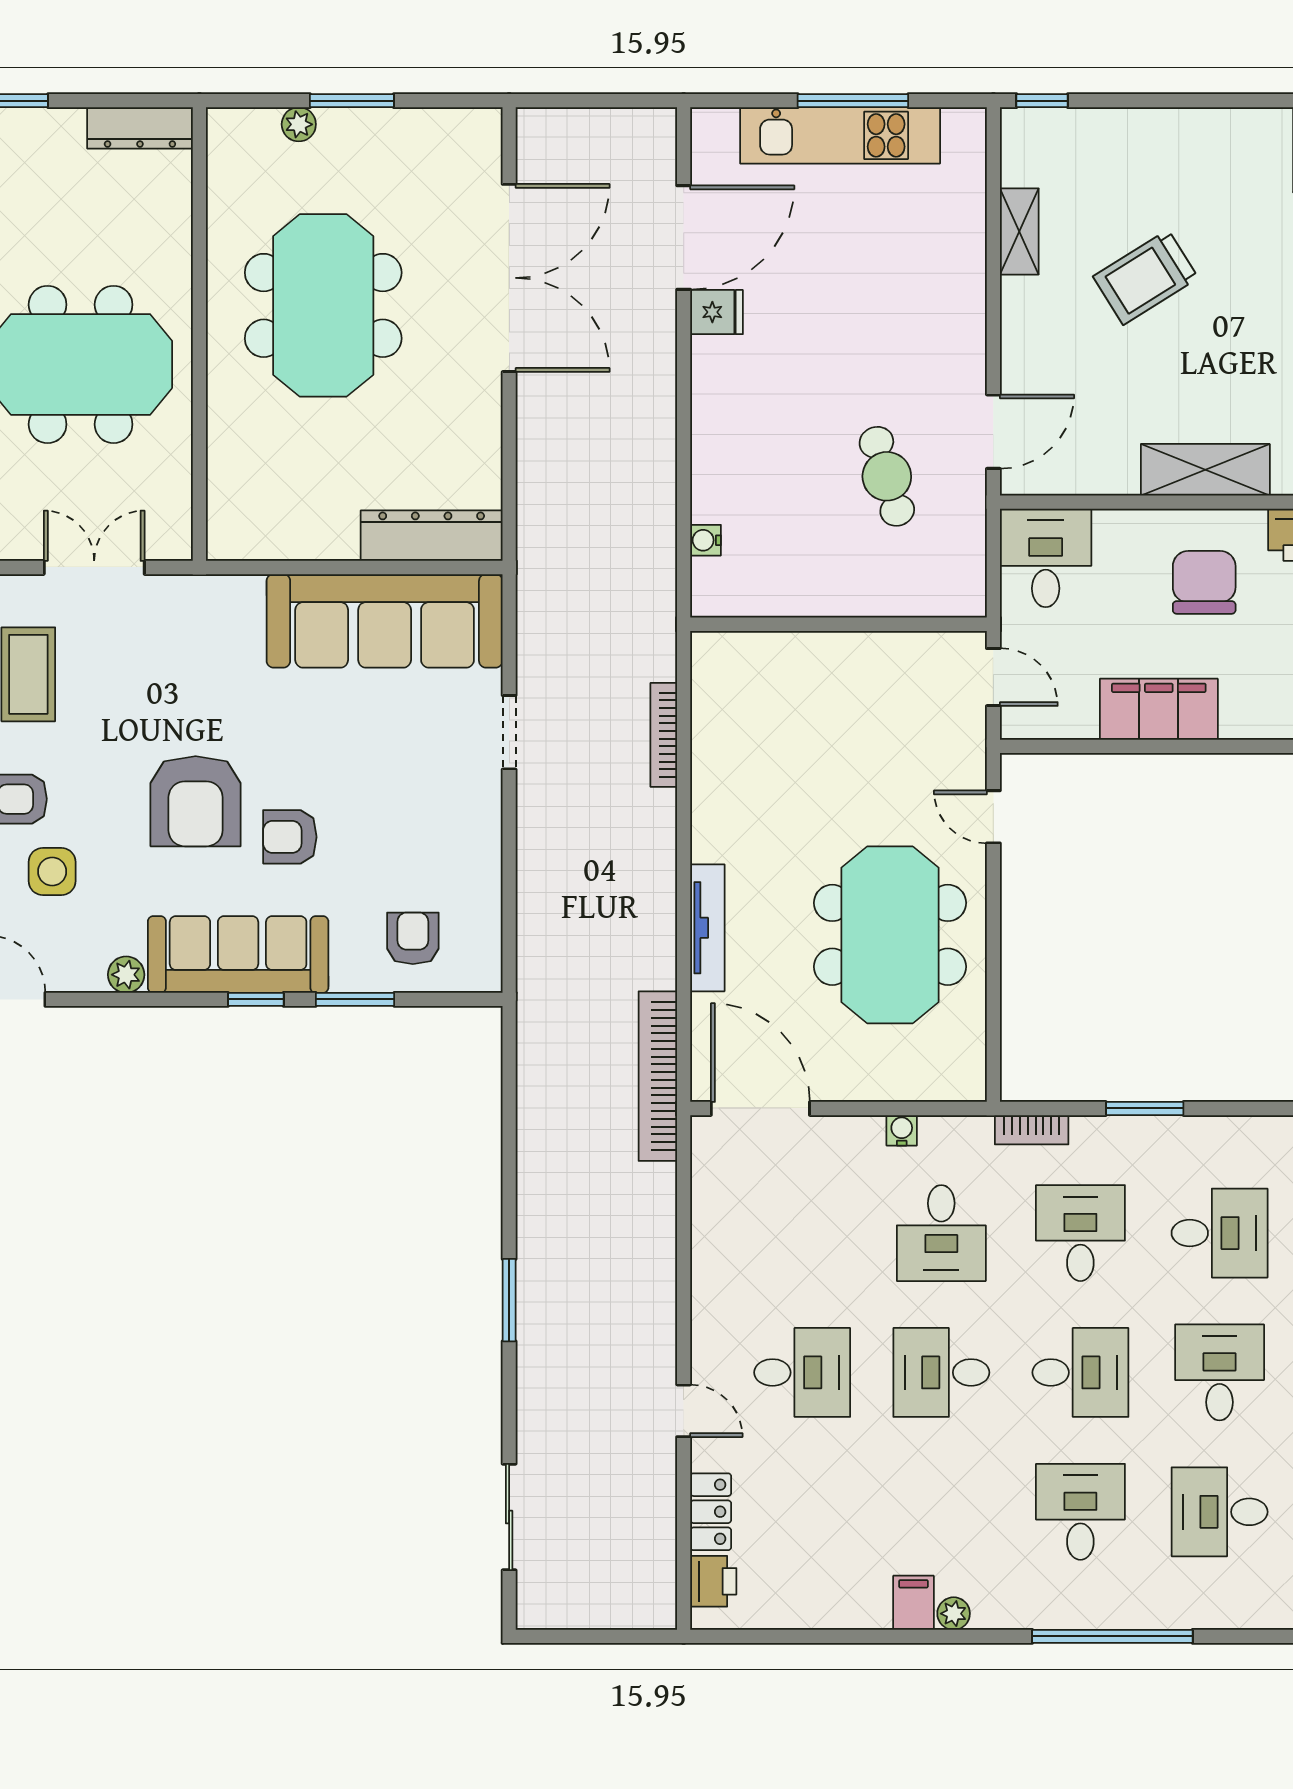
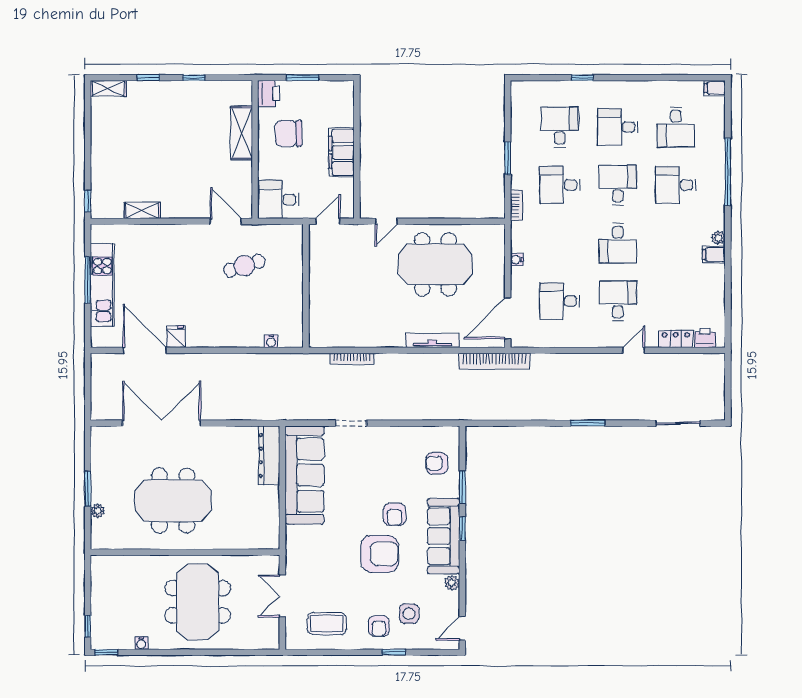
dresser: (140, 128) -> (99, 577), removed
trolley: (1146, 277) -> (161, 158), removed
desk: (941, 1233) -> (560, 301), moved, turned 180

